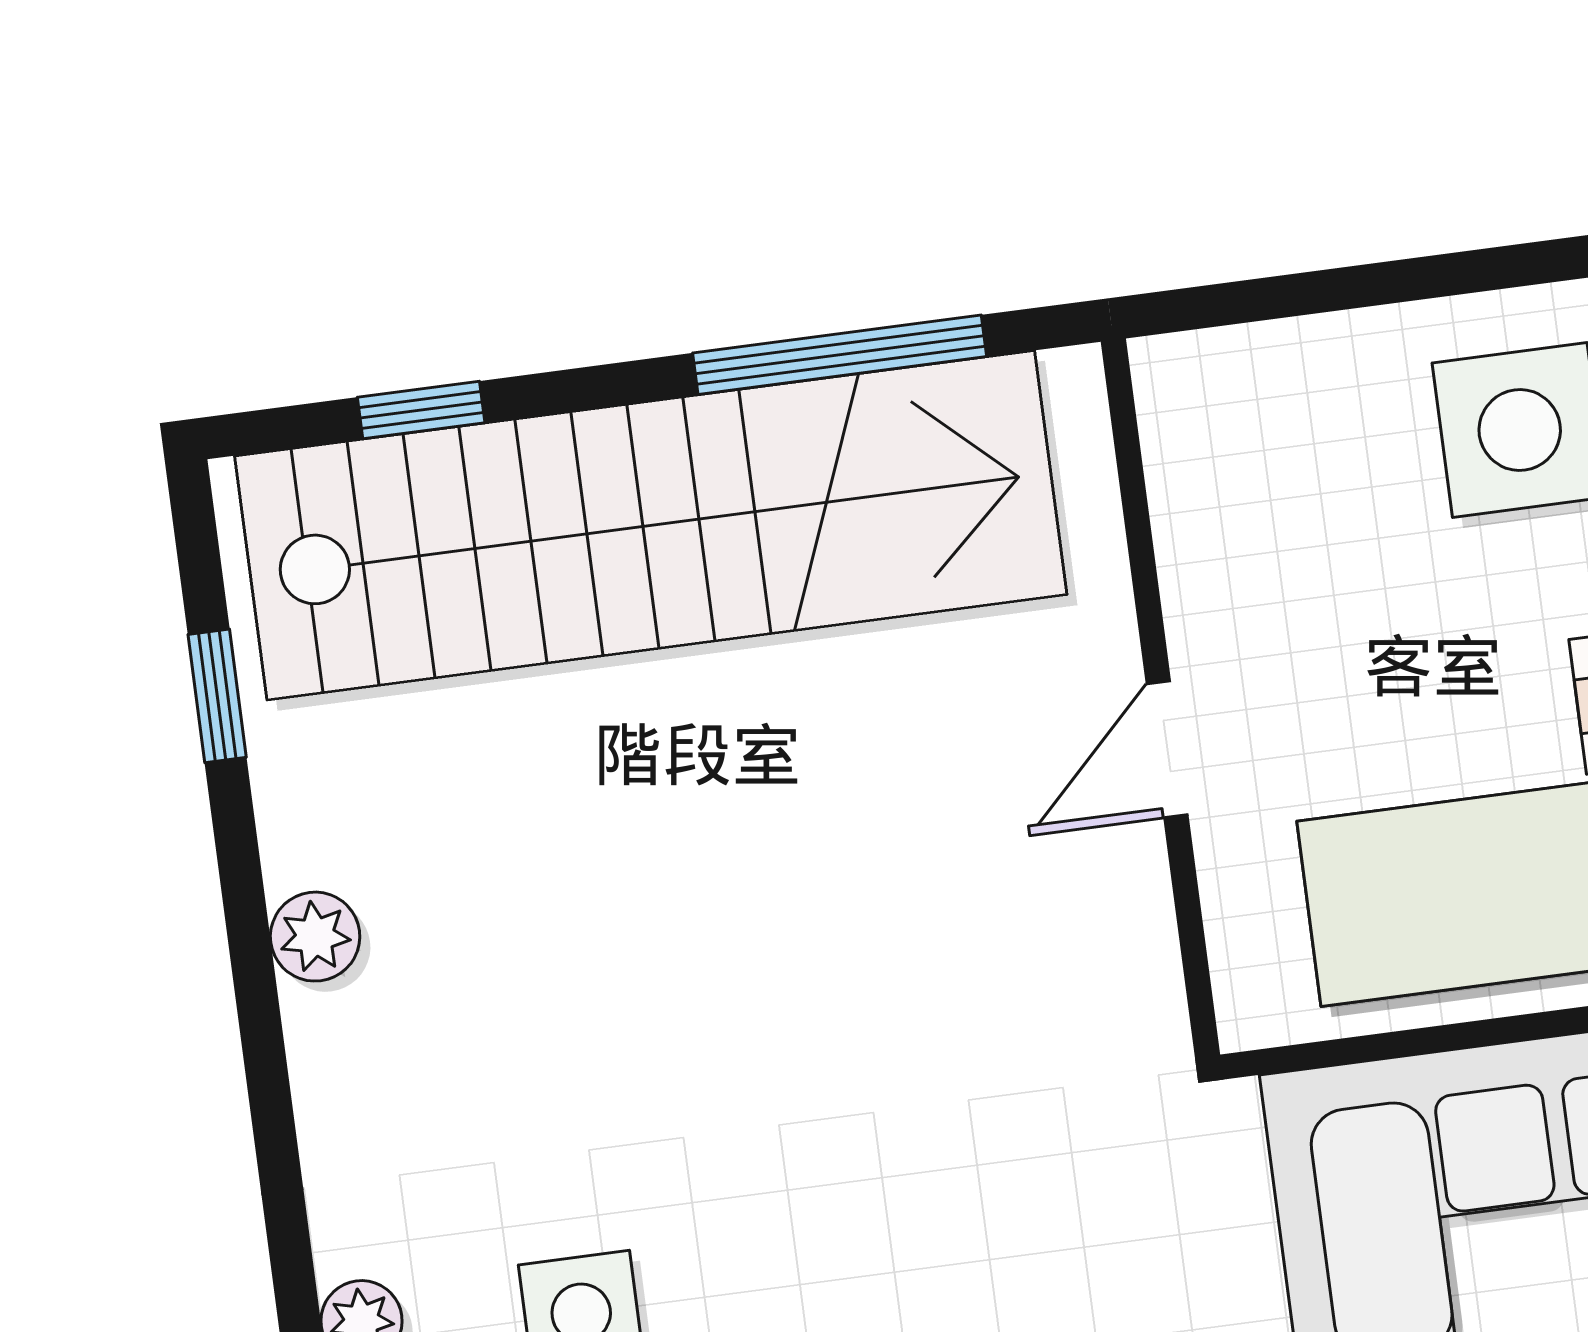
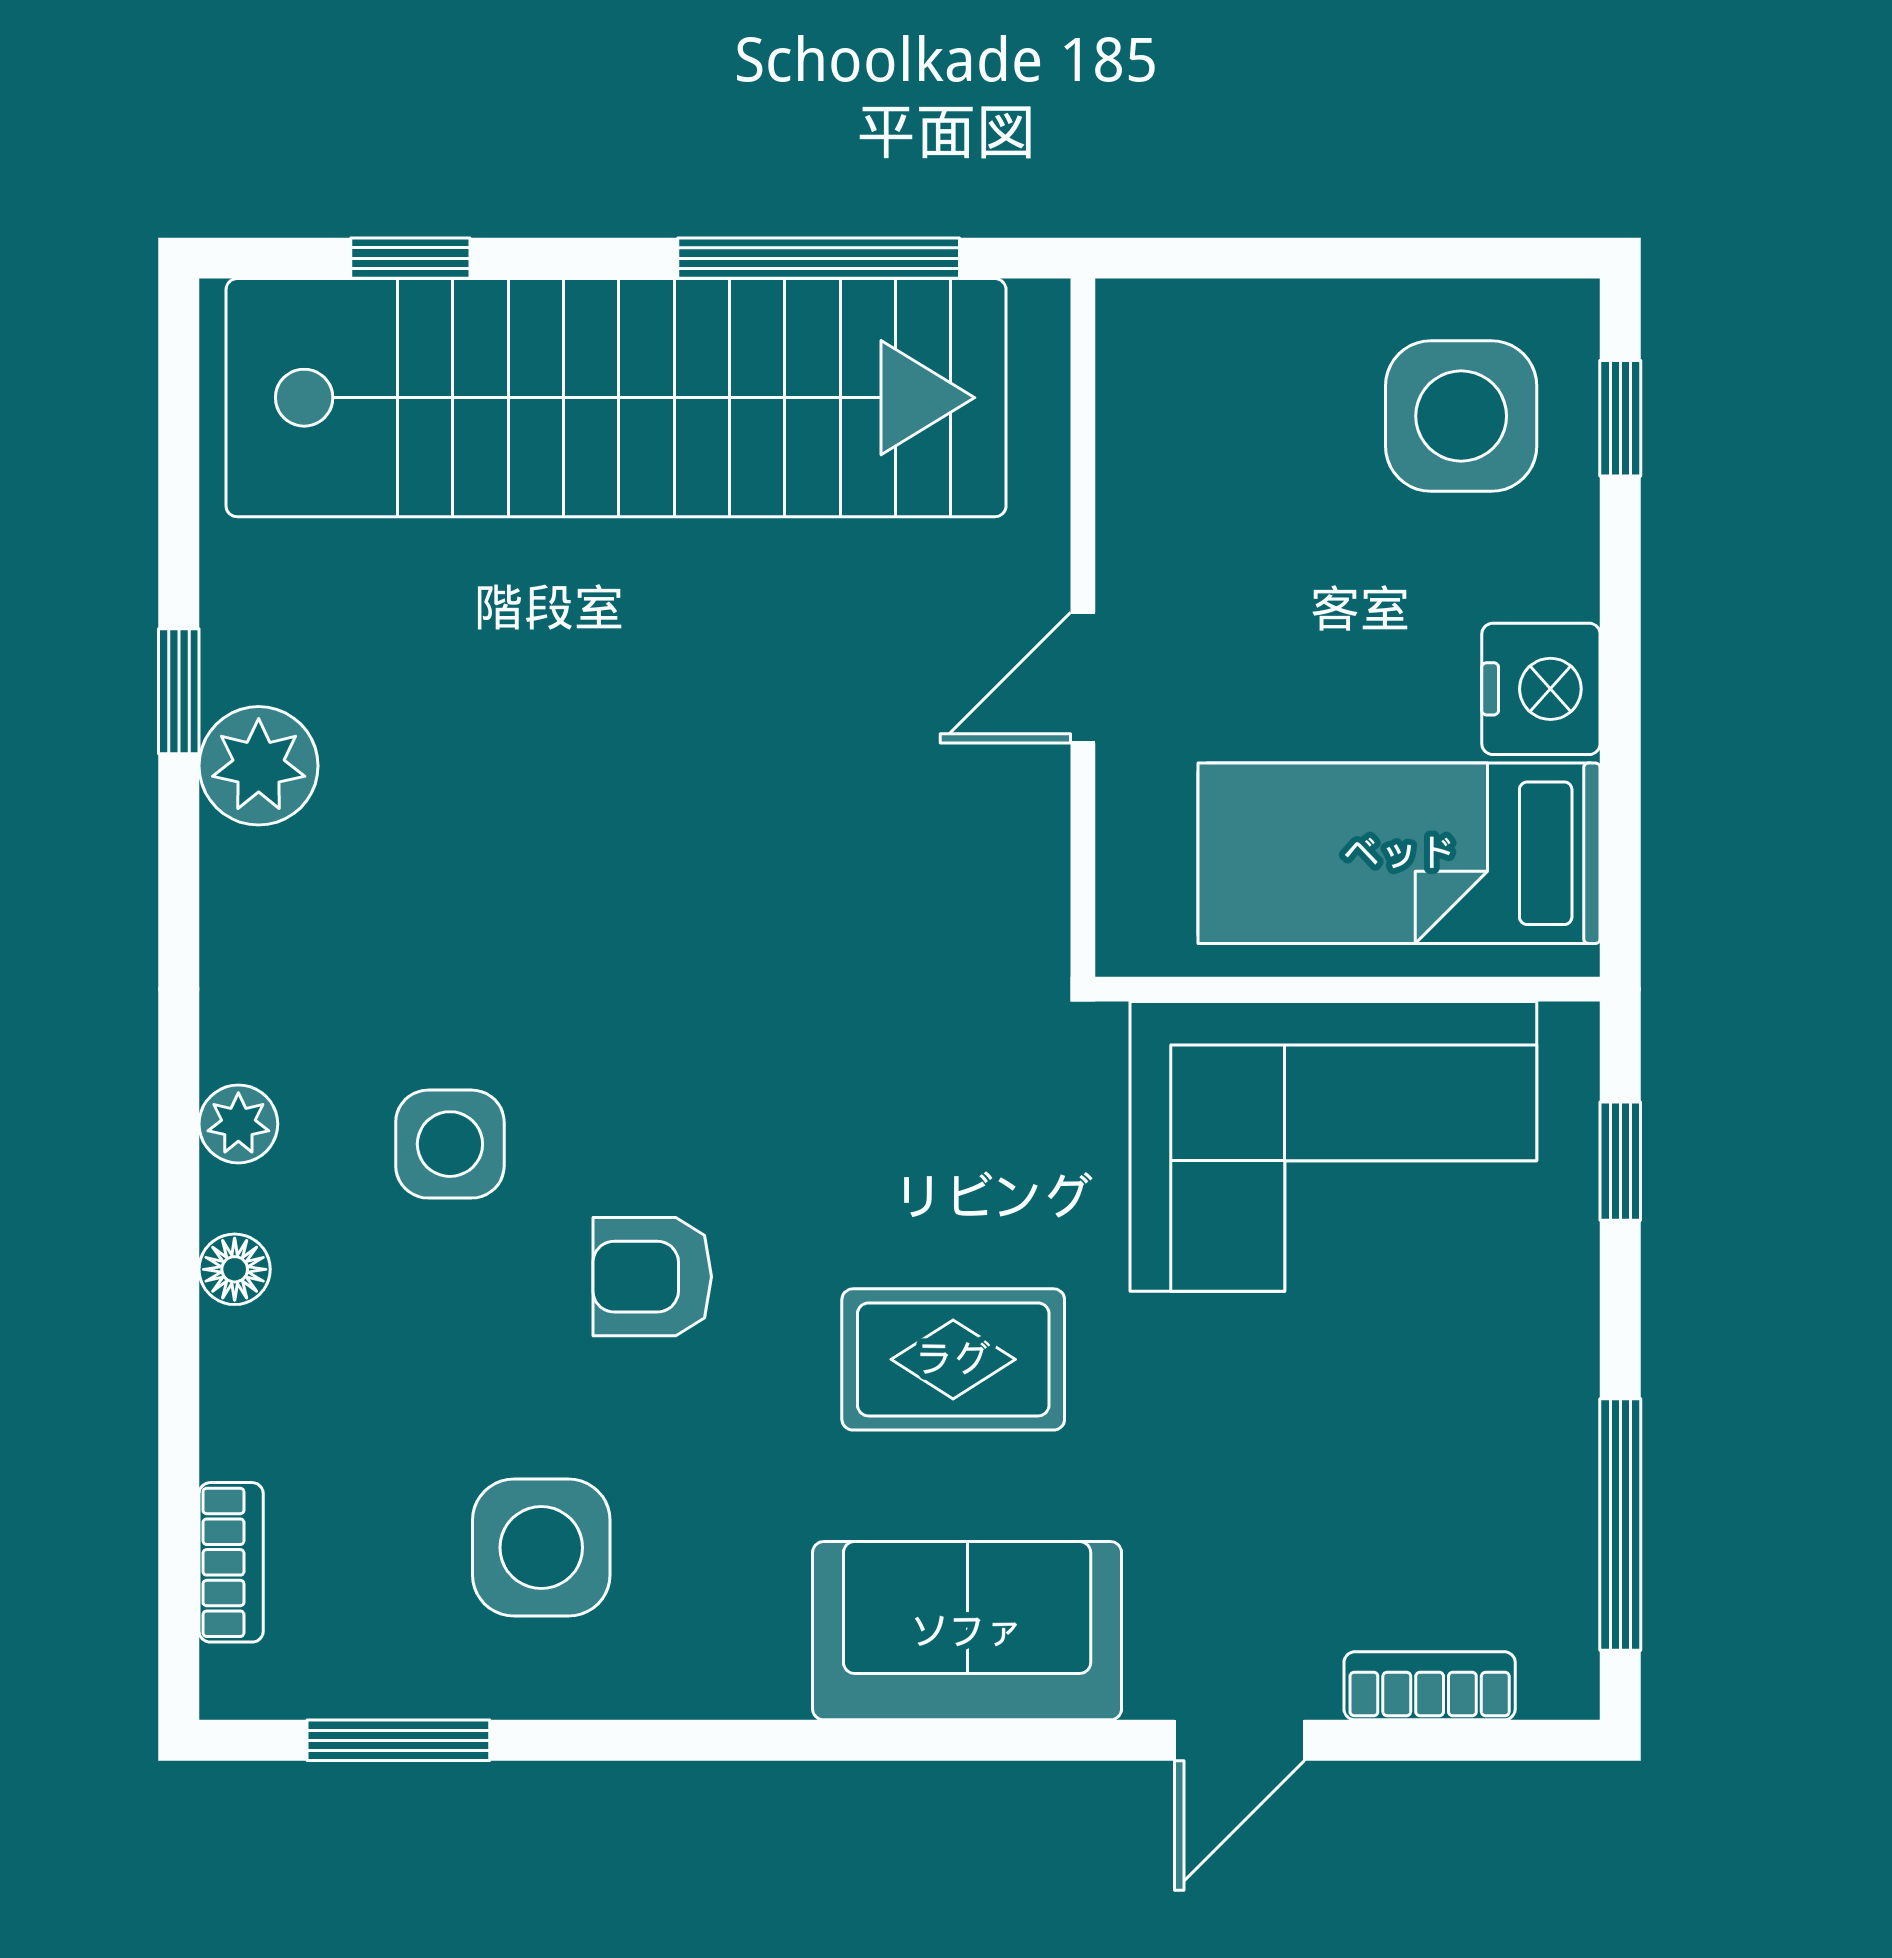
window: (217, 696) -> (179, 691), moved
plant: (315, 937) -> (259, 766), width x1.38, depth x1.38

